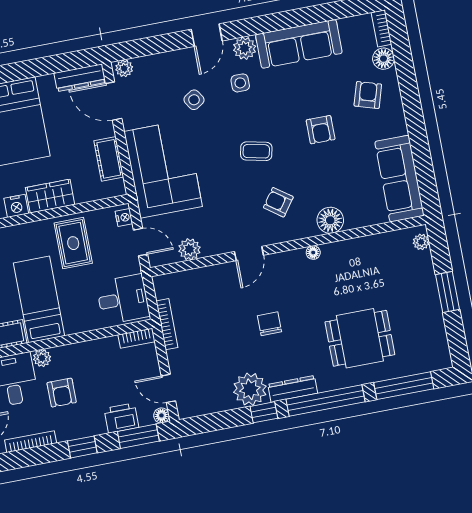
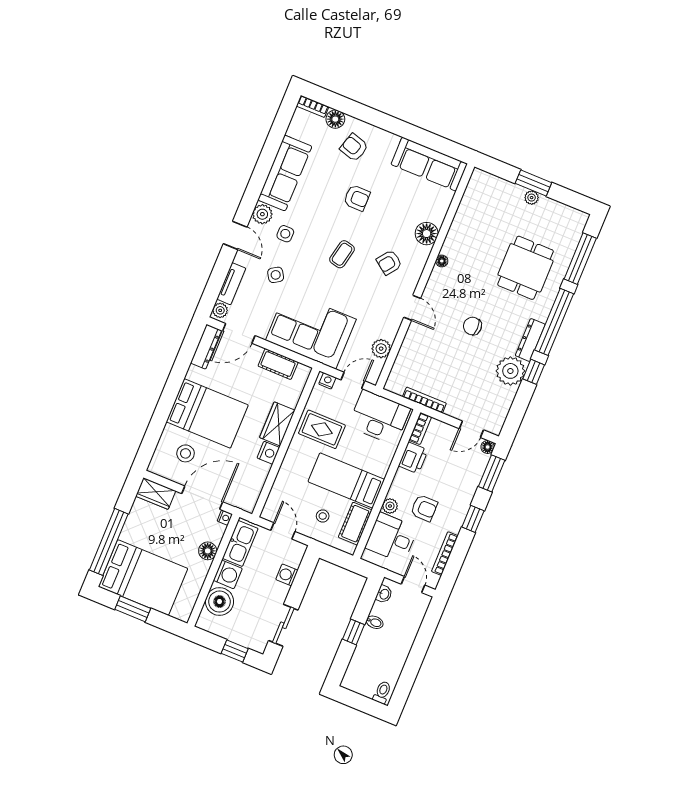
tv unit: (157, 62) -> (231, 284), added
plant: (421, 242) -> (532, 198), moved
desk: (123, 299) -> (379, 417), width x1.37
printer: (121, 418) -> (413, 458), moved, turned 180

